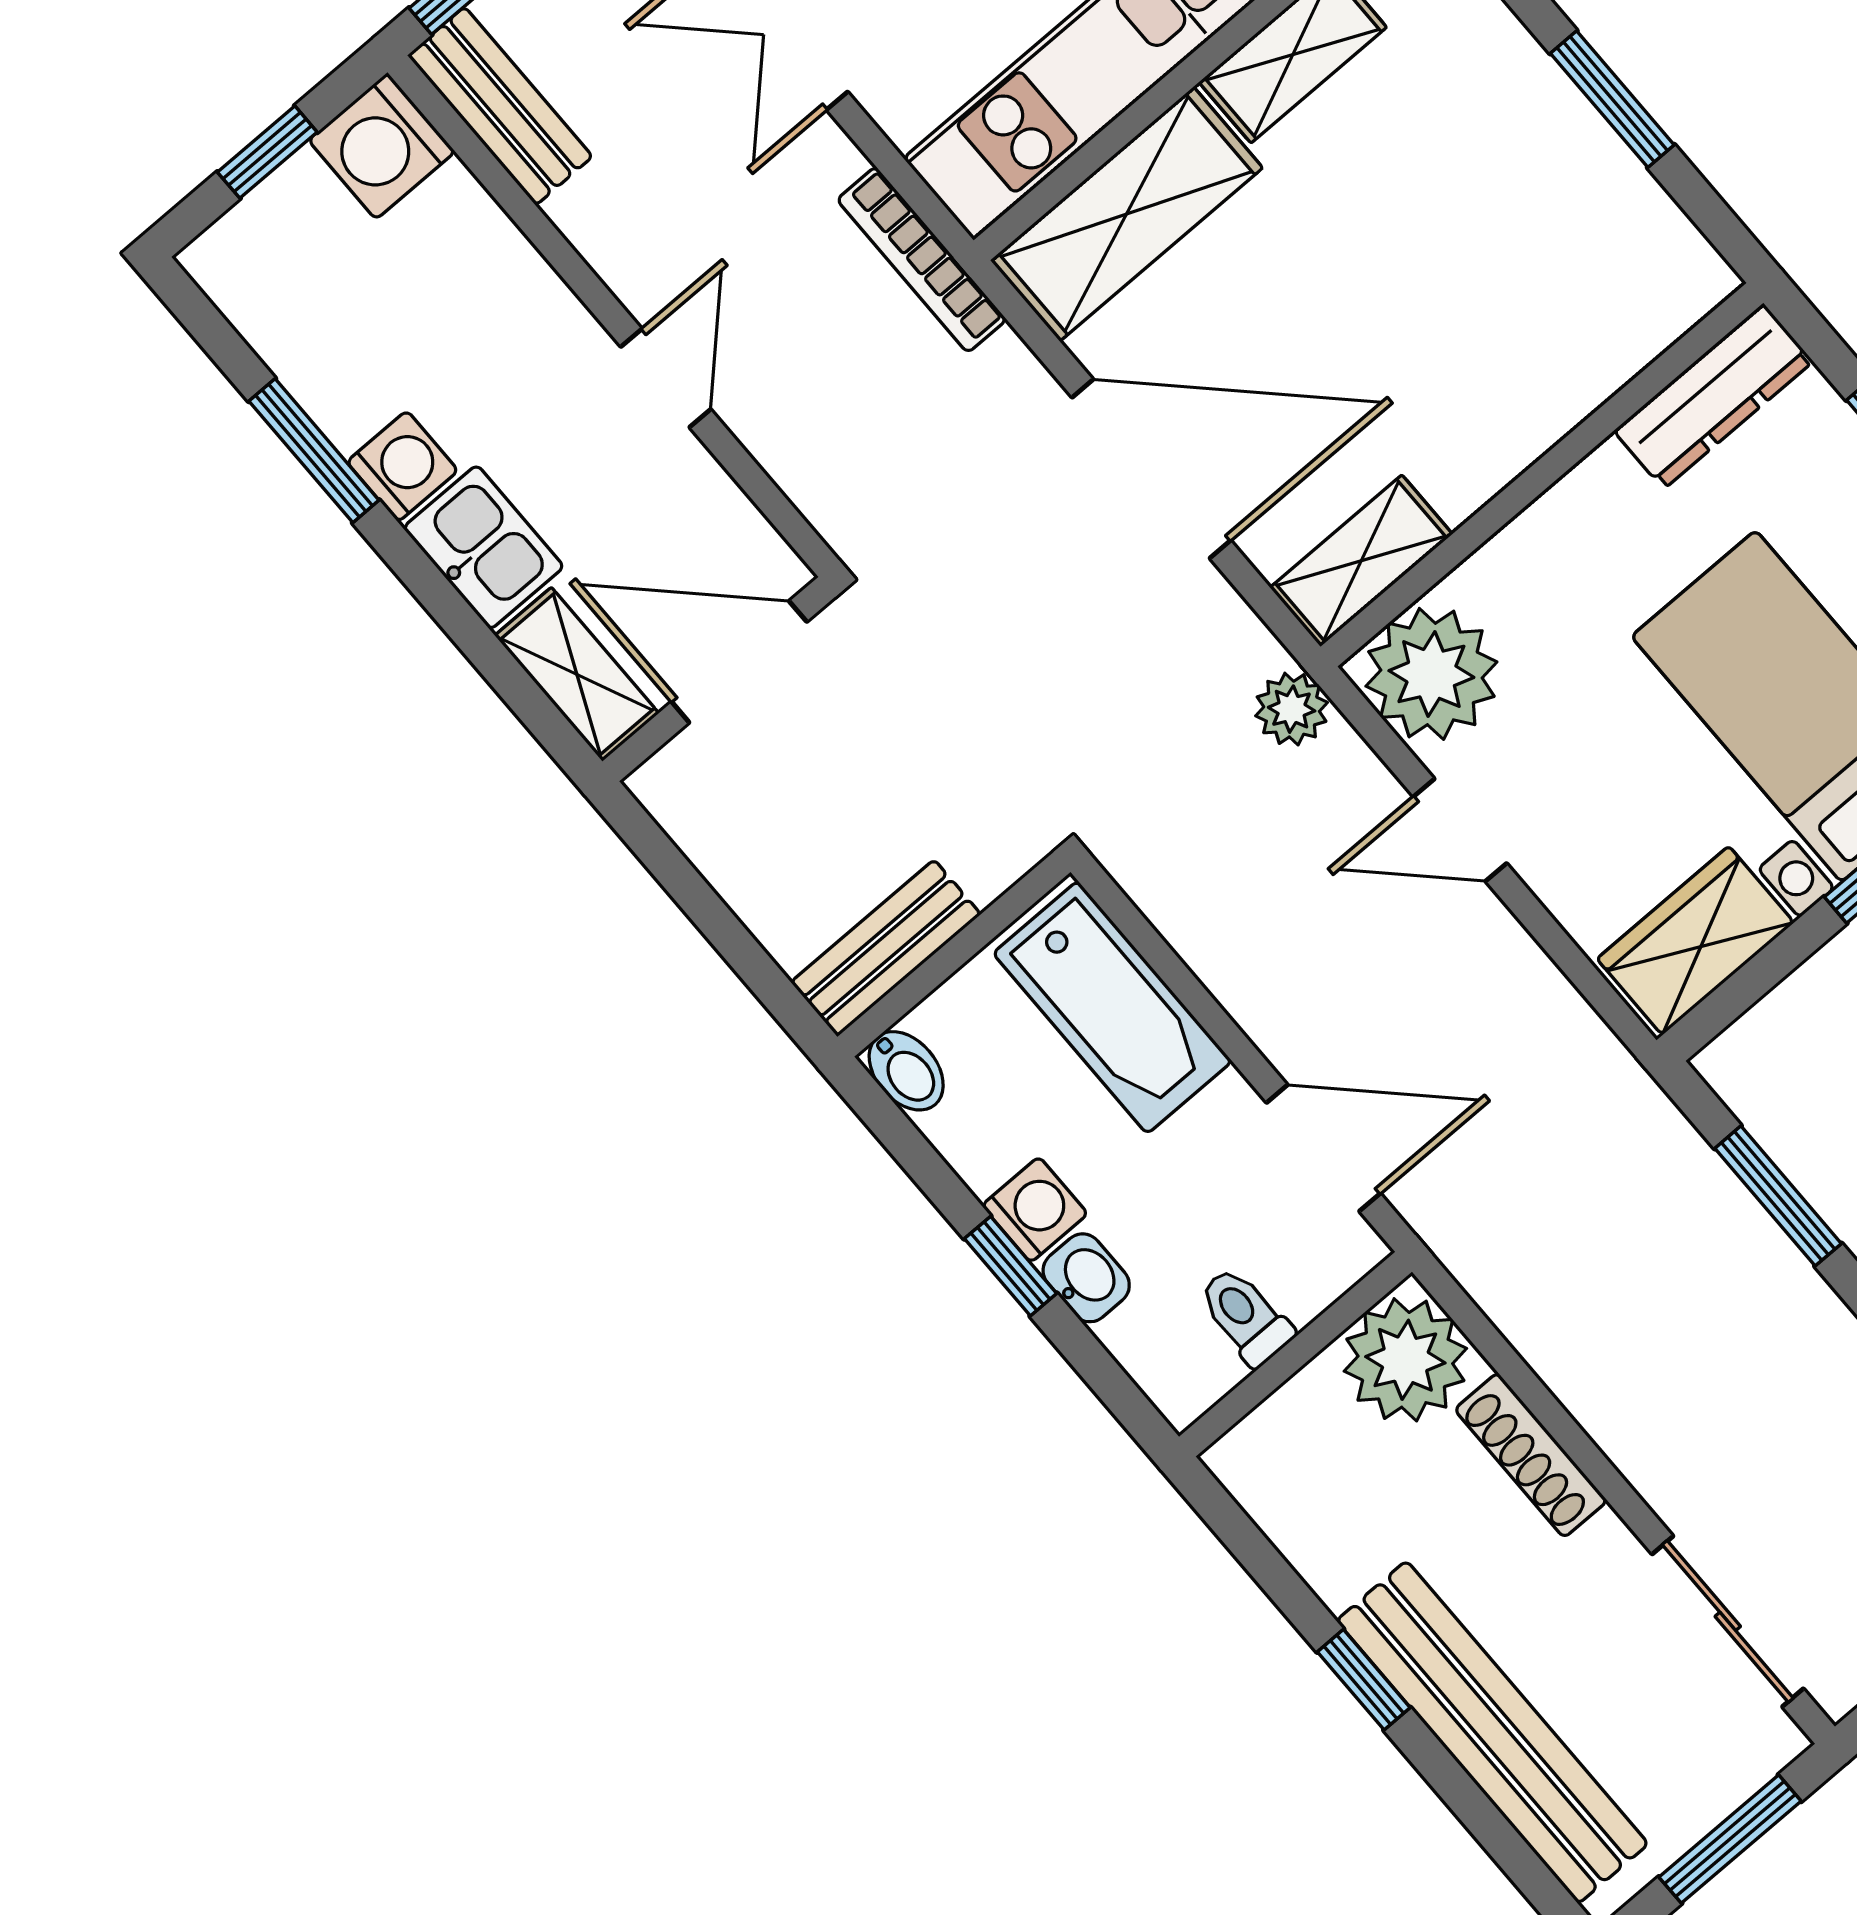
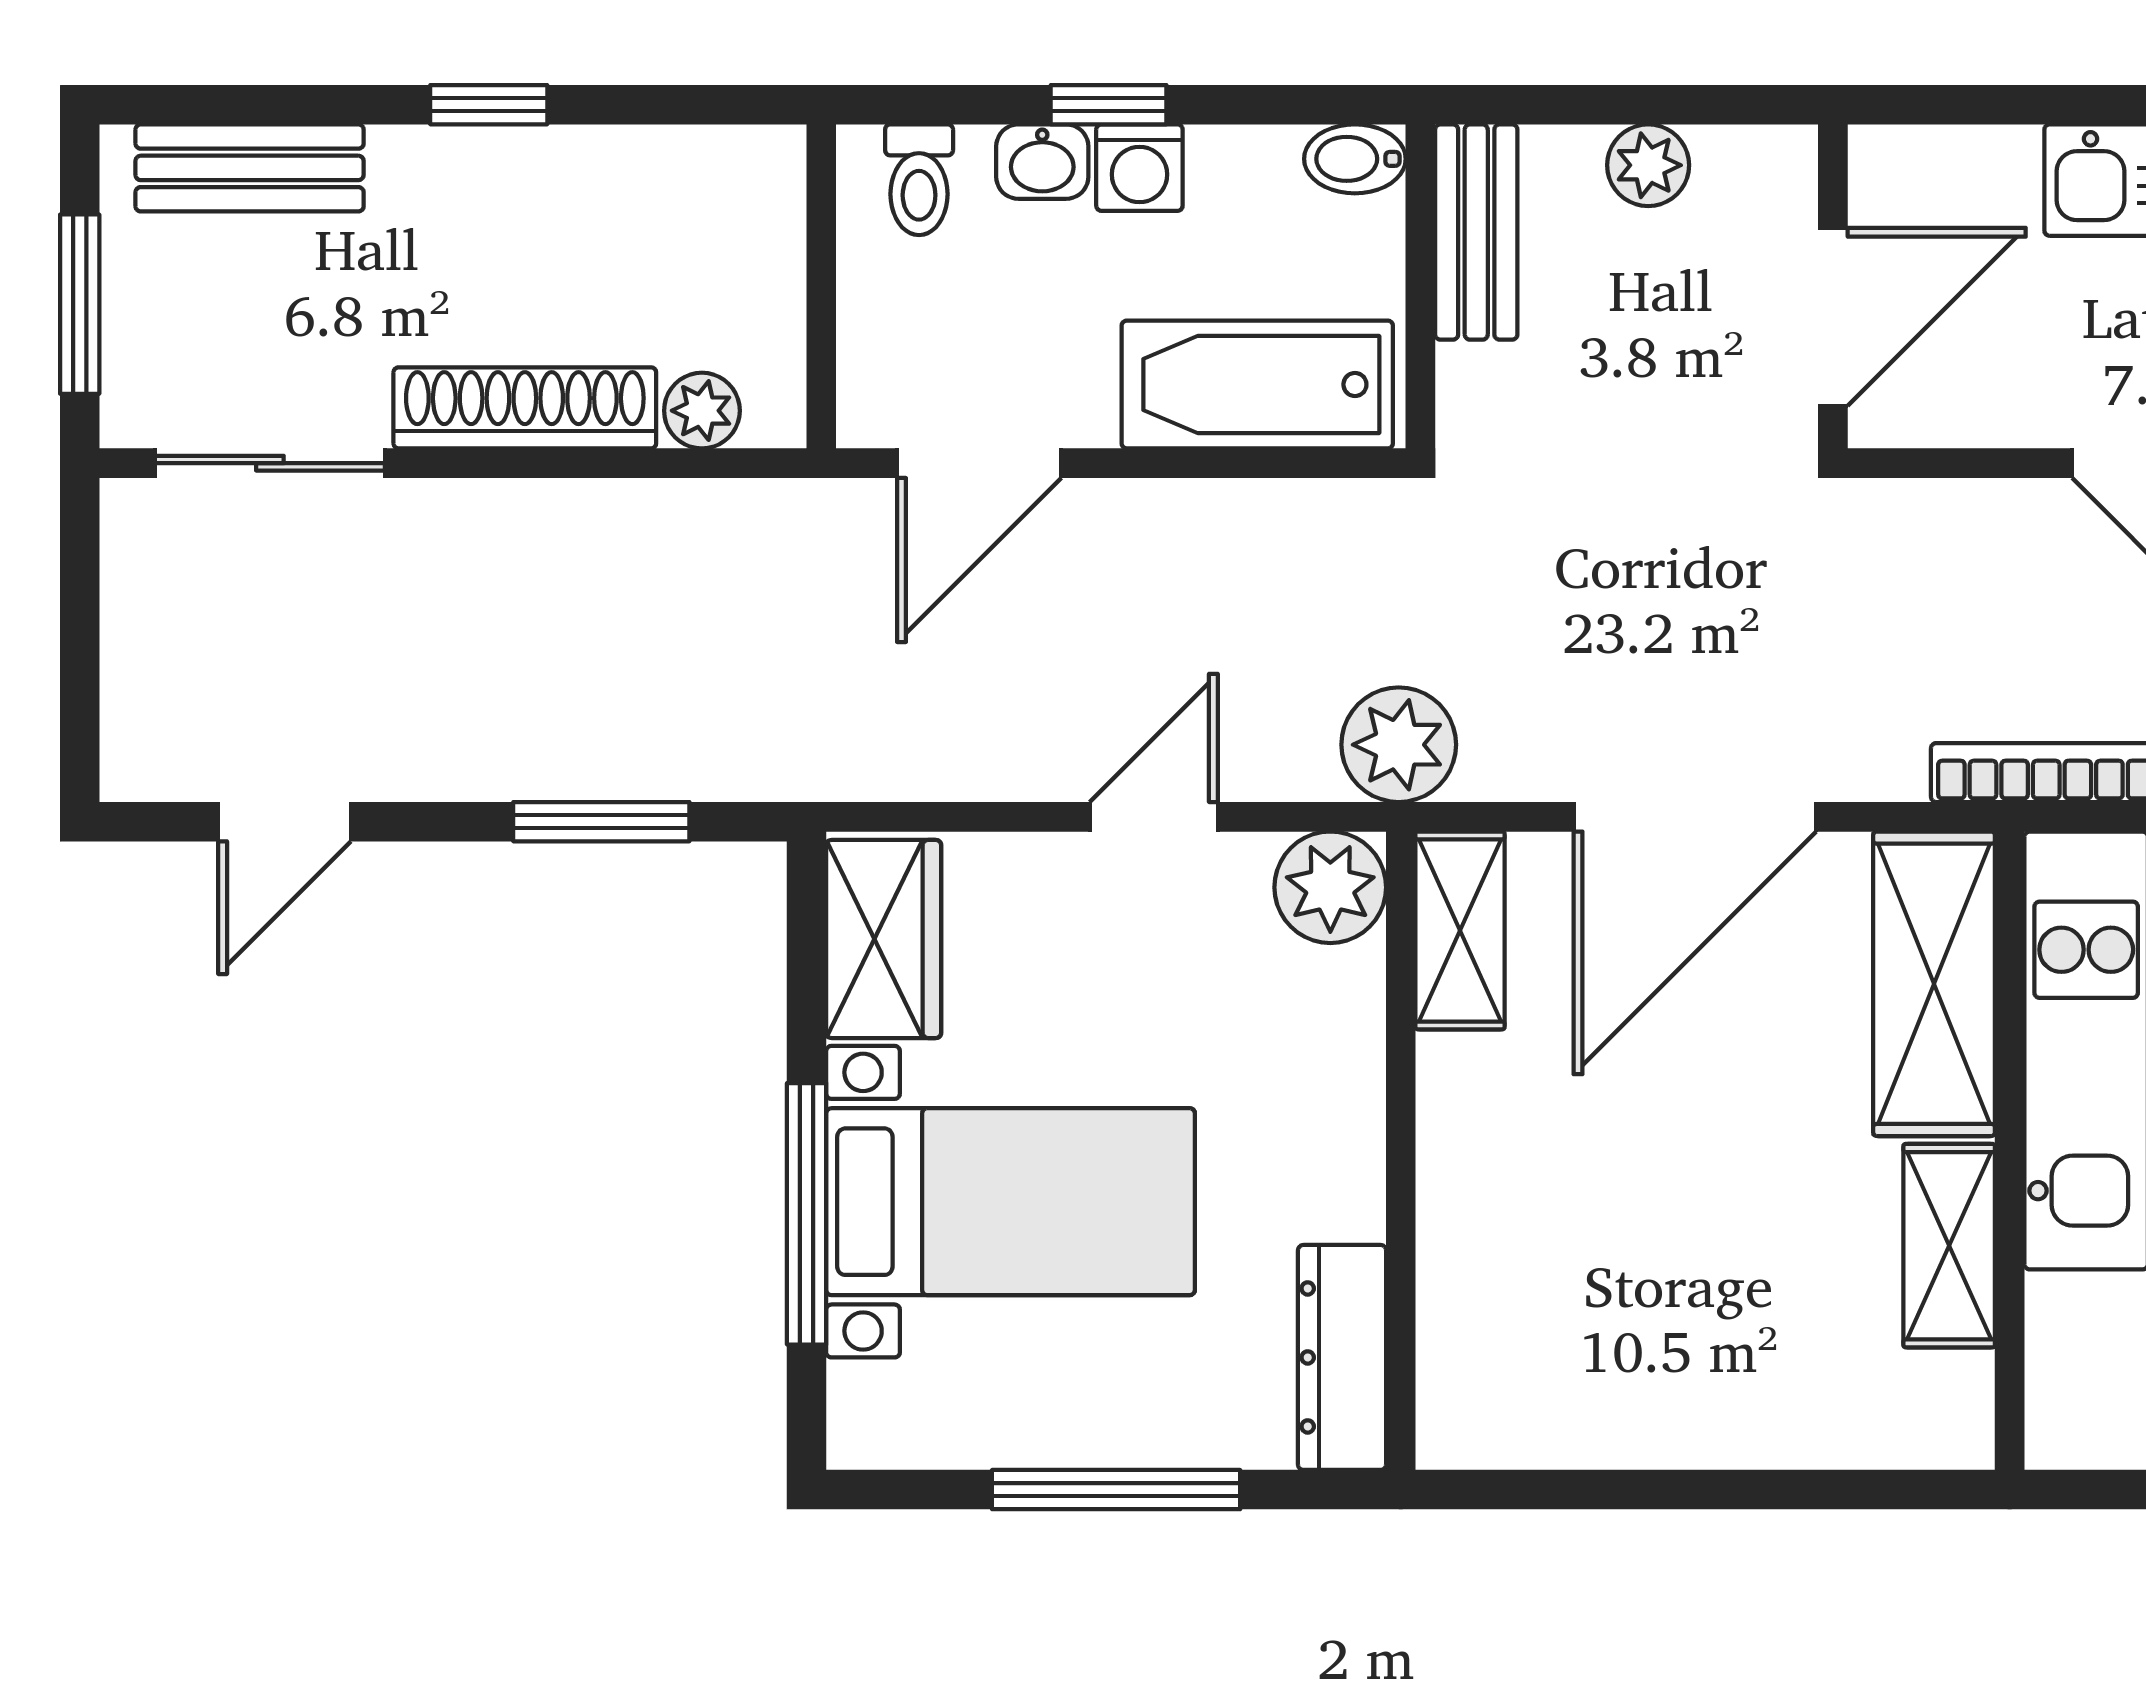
window: (1612, 99) -> (1674, 1490), removed
shelving: (577, 674) -> (1942, 167), removed
plant: (1431, 674) -> (1330, 887), width x0.73, depth x0.73
plant: (1292, 709) -> (1399, 745), width x1.38, depth x1.38
plant: (743, 871) -> (1648, 165), added
toilet: (1245, 1316) -> (919, 180), moved, turned 90
plant: (1405, 1360) -> (702, 411), width x0.53, depth x0.53
shoe rack: (1531, 1455) -> (525, 408), width x1.36, depth x1.24
bench: (1492, 1732) -> (250, 168), width x0.54, depth x0.82

